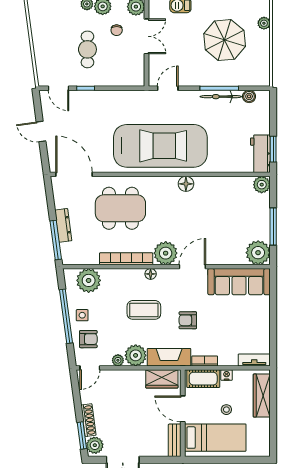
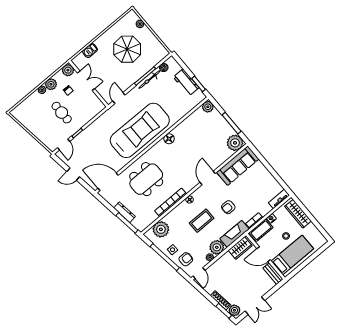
door: (59, 88) -> (64, 145), hinge flipped
workbench: (260, 154) -> (186, 82), moved
plant: (166, 253) -> (188, 183), removed

